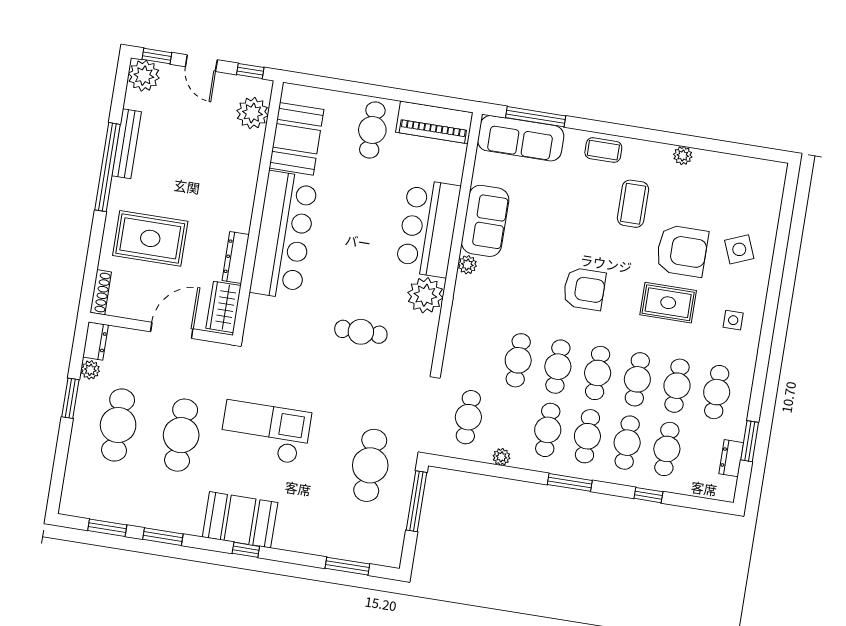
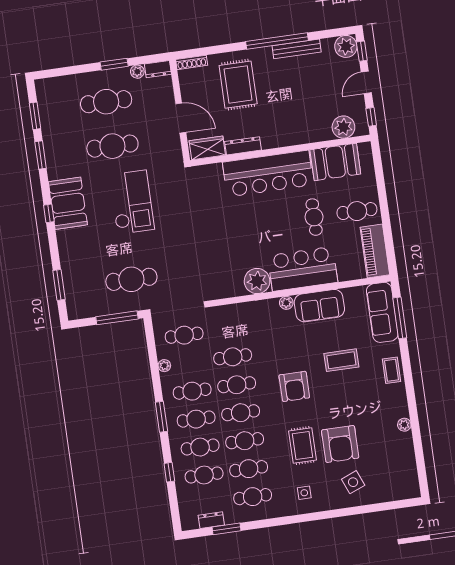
coffee table: (633, 204) -> (341, 360), moved
cafe table: (361, 332) -> (314, 217), moved

